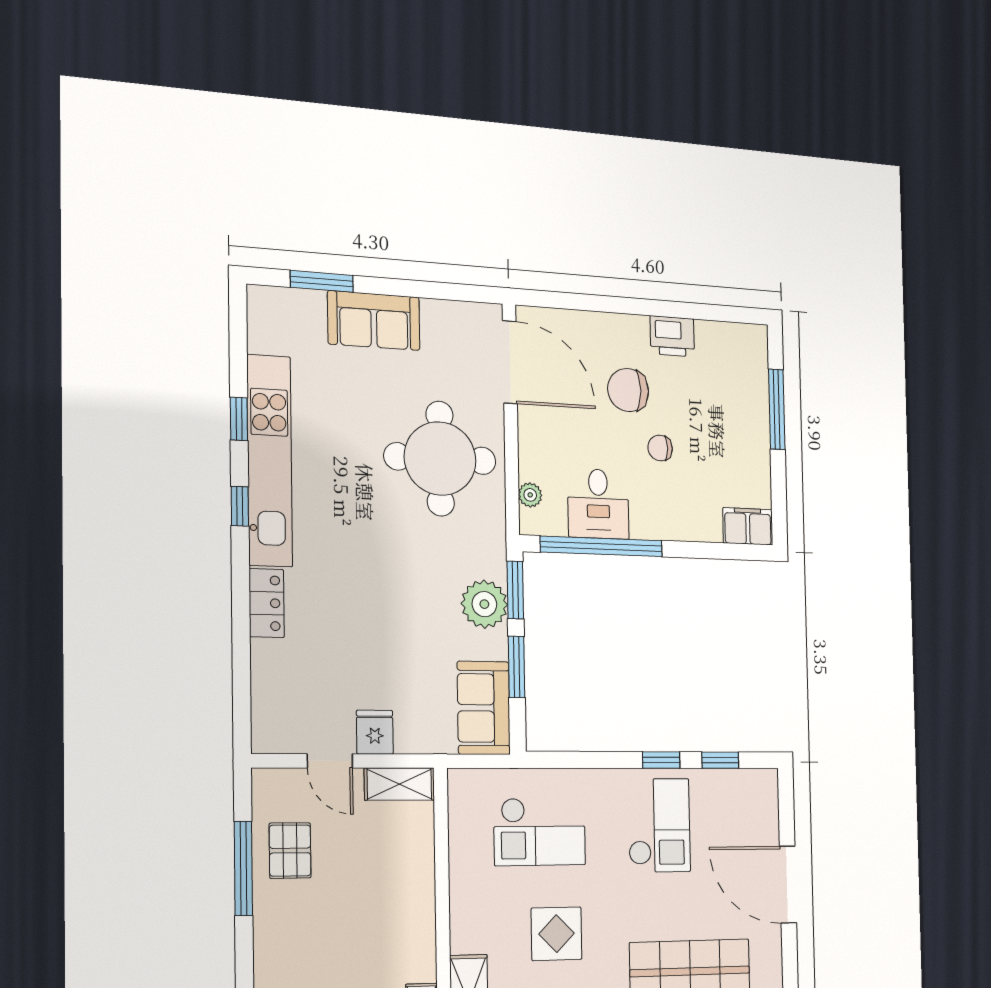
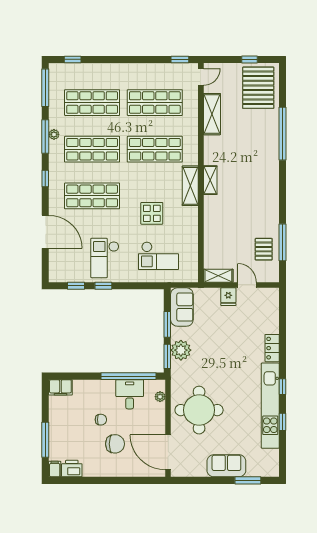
printer: (672, 336) -> (72, 469), moved
filing cabinet: (756, 341) -> (55, 469), added
checkout: (540, 832) -> (158, 256), turned 180

